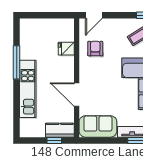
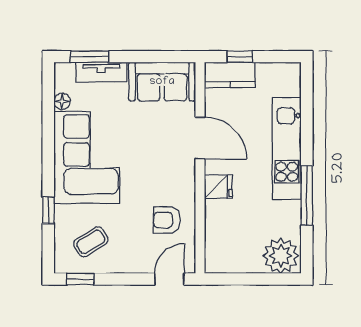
plant: (31, 28) -> (281, 256), added
fridge: (66, 49) -> (218, 187), moved
armchair: (95, 49) -> (167, 220), turned 90

